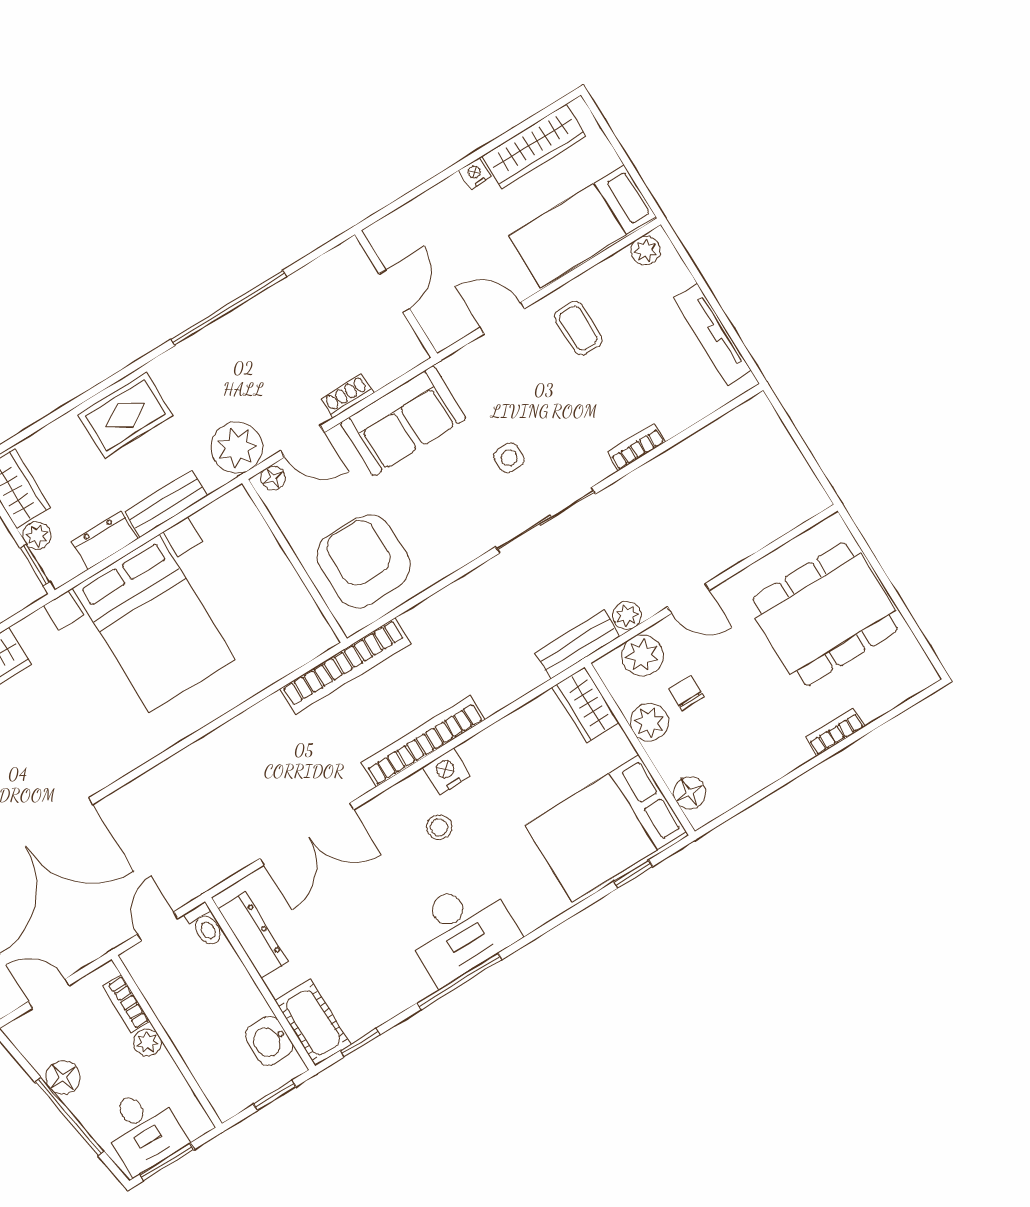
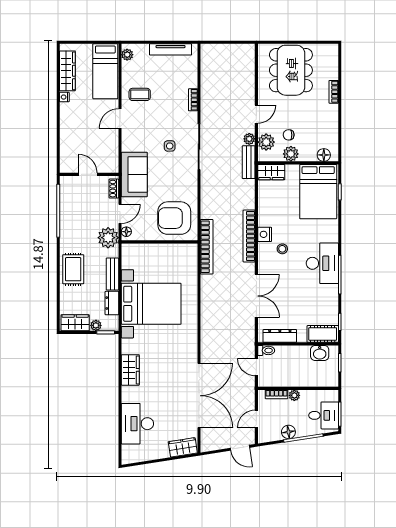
door: (394, 291) -> (88, 174), moved
wall: (396, 294) -> (89, 174), moved

